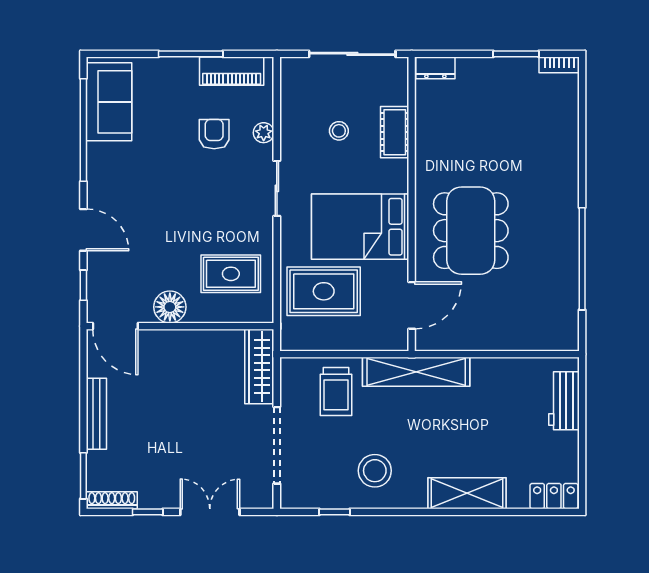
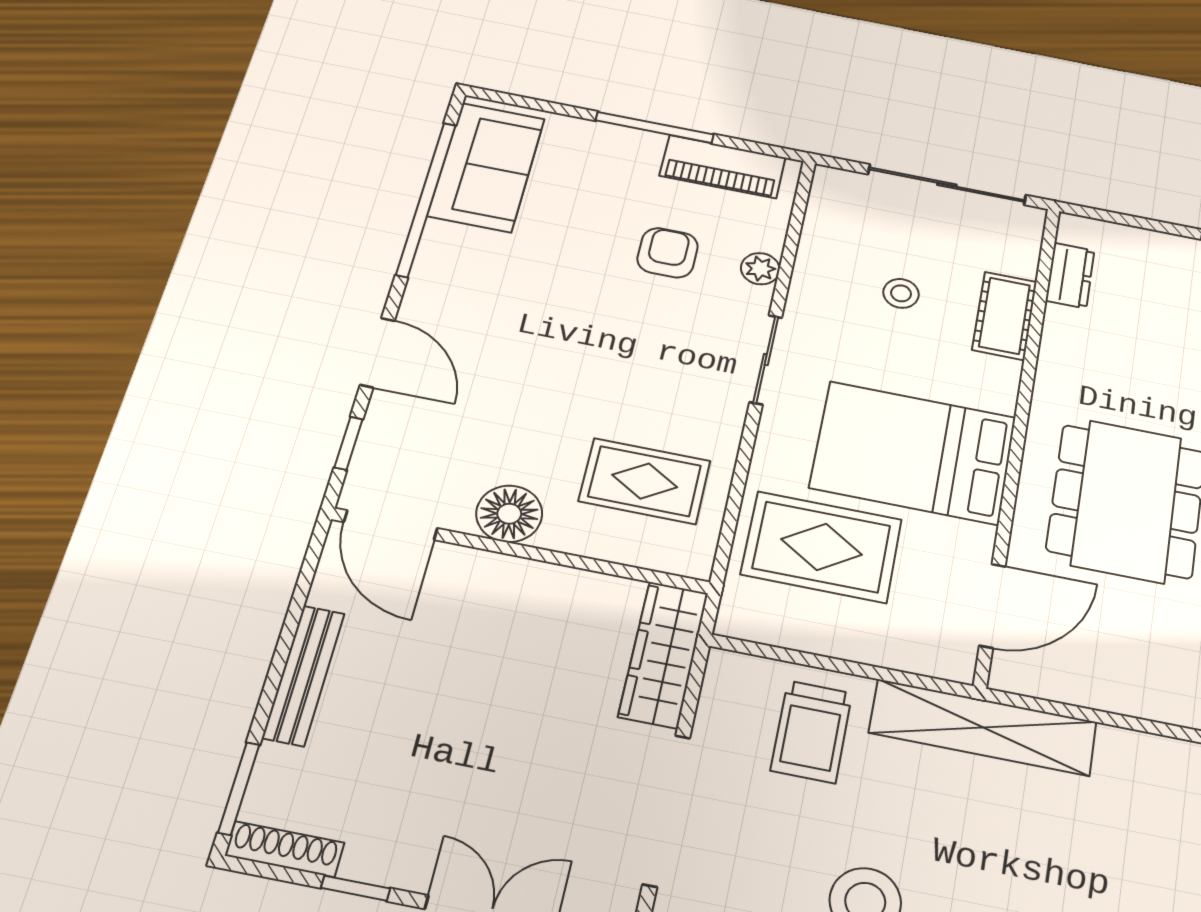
dresser: (435, 68) -> (1070, 275), moved, turned -90

